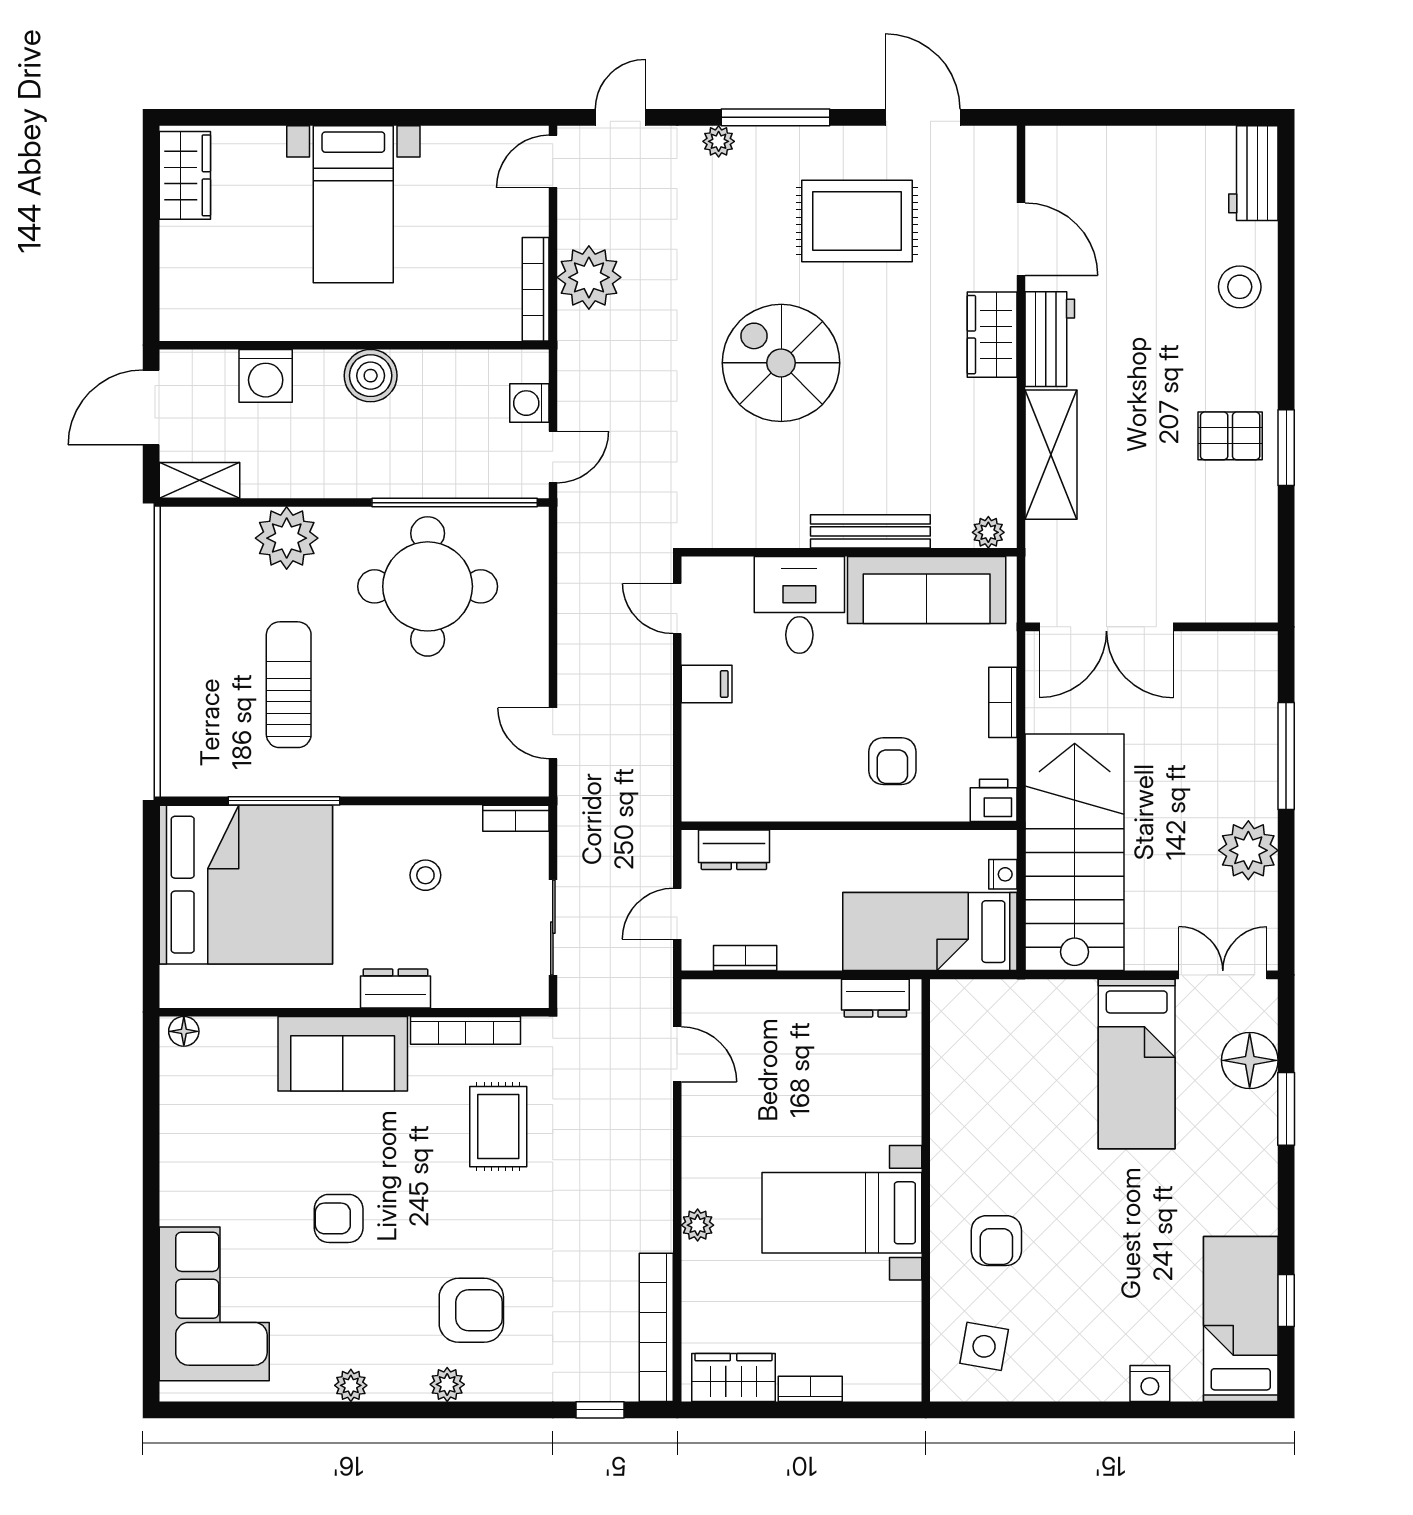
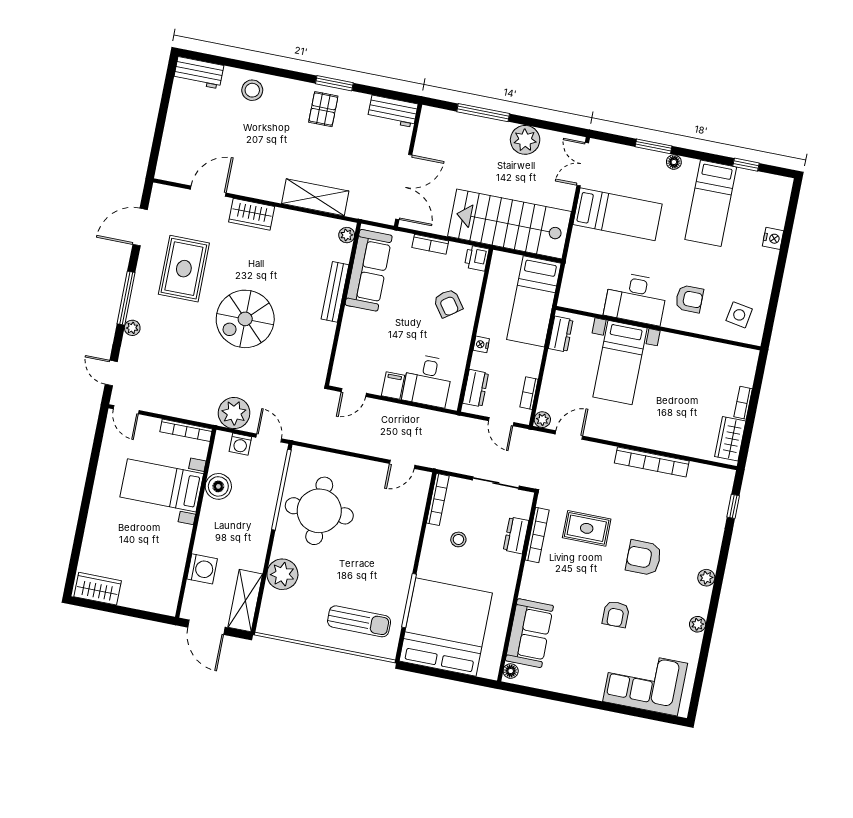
bed with nightstands: (353, 204) -> (162, 485), moved, turned 180
plant: (589, 277) -> (234, 413), moved
workbench: (1050, 339) -> (393, 111), moved, turned 180
boiler: (371, 376) -> (218, 486), moved
shelving: (199, 480) -> (245, 601), width x1.50, depth x1.33
desk: (799, 605) -> (428, 381), moved, turned -90
sun lounger: (289, 685) -> (359, 621), moved, turned 180
armchair: (892, 761) -> (448, 303), turned 54
bookcase: (516, 818) -> (438, 499), width x1.56
nightstand: (1003, 874) -> (481, 344), moved, turned -90
dresser: (395, 988) -> (516, 535), moved
sofa: (343, 1054) -> (529, 633), moved
floor lamp: (1250, 1060) -> (674, 162), moved, width x0.53, depth x0.53
desk: (976, 1134) -> (636, 298), added
bed with nightstands: (842, 1213) -> (620, 363), moved
plant: (698, 1225) -> (542, 420), moved
armchair: (471, 1310) -> (644, 558), moved, turned -90
bed: (1241, 1319) -> (711, 203), moved, turned -90
bookcase: (656, 1327) -> (652, 462), moved

